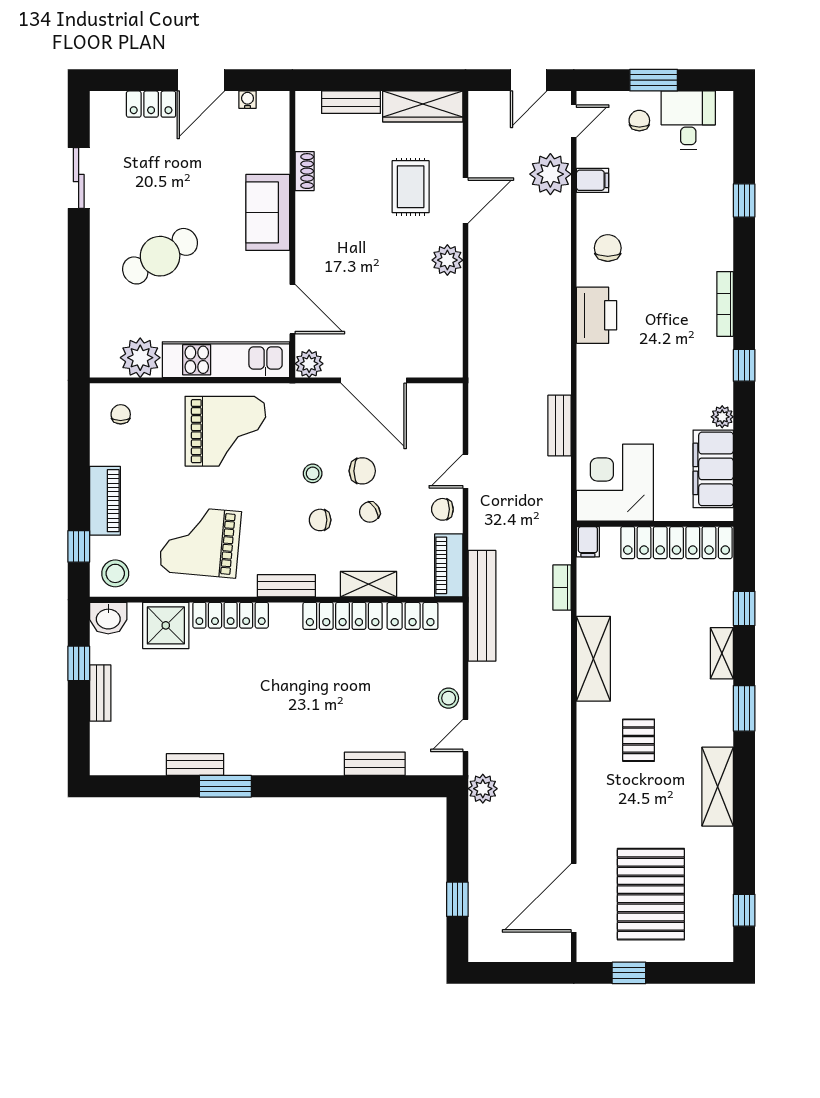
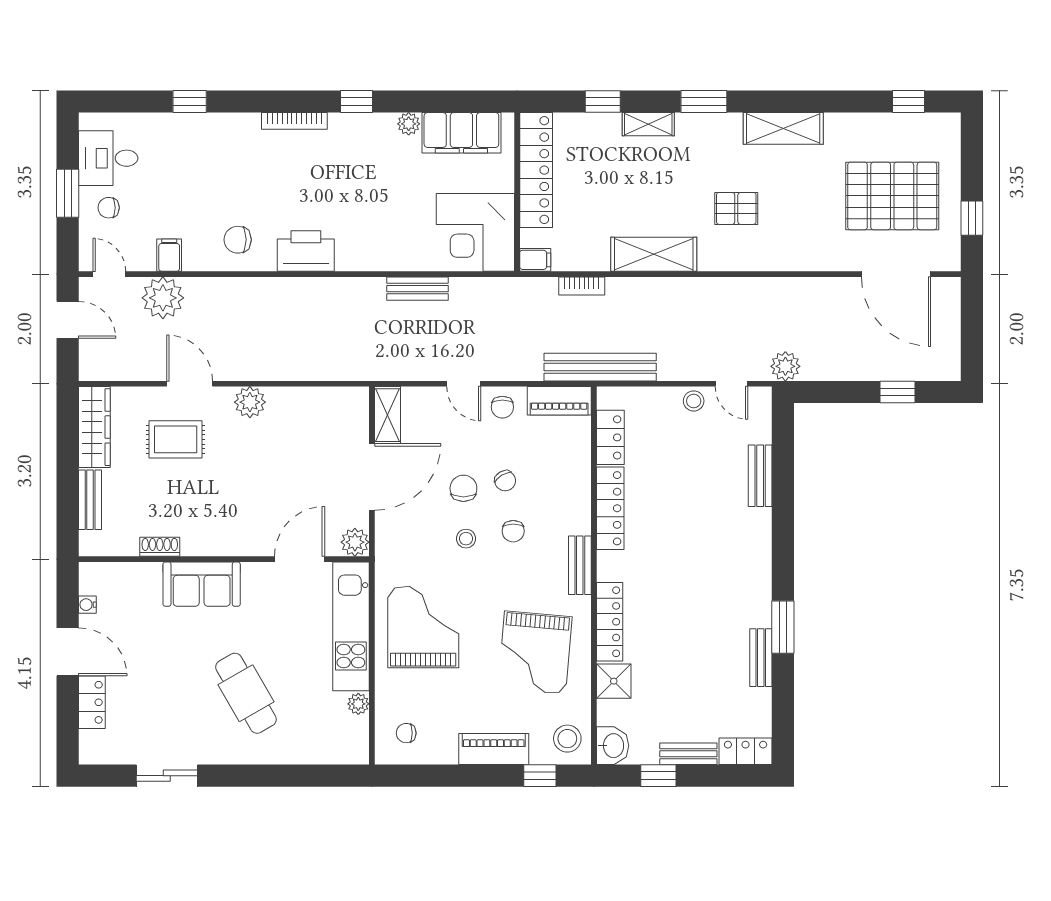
plant: (140, 358) -> (358, 704), width x0.53, depth x0.53
shelving: (368, 584) -> (387, 415), moved
shower: (166, 625) -> (614, 681), width x0.73, depth x0.73
locker: (103, 749) -> (746, 751), added

